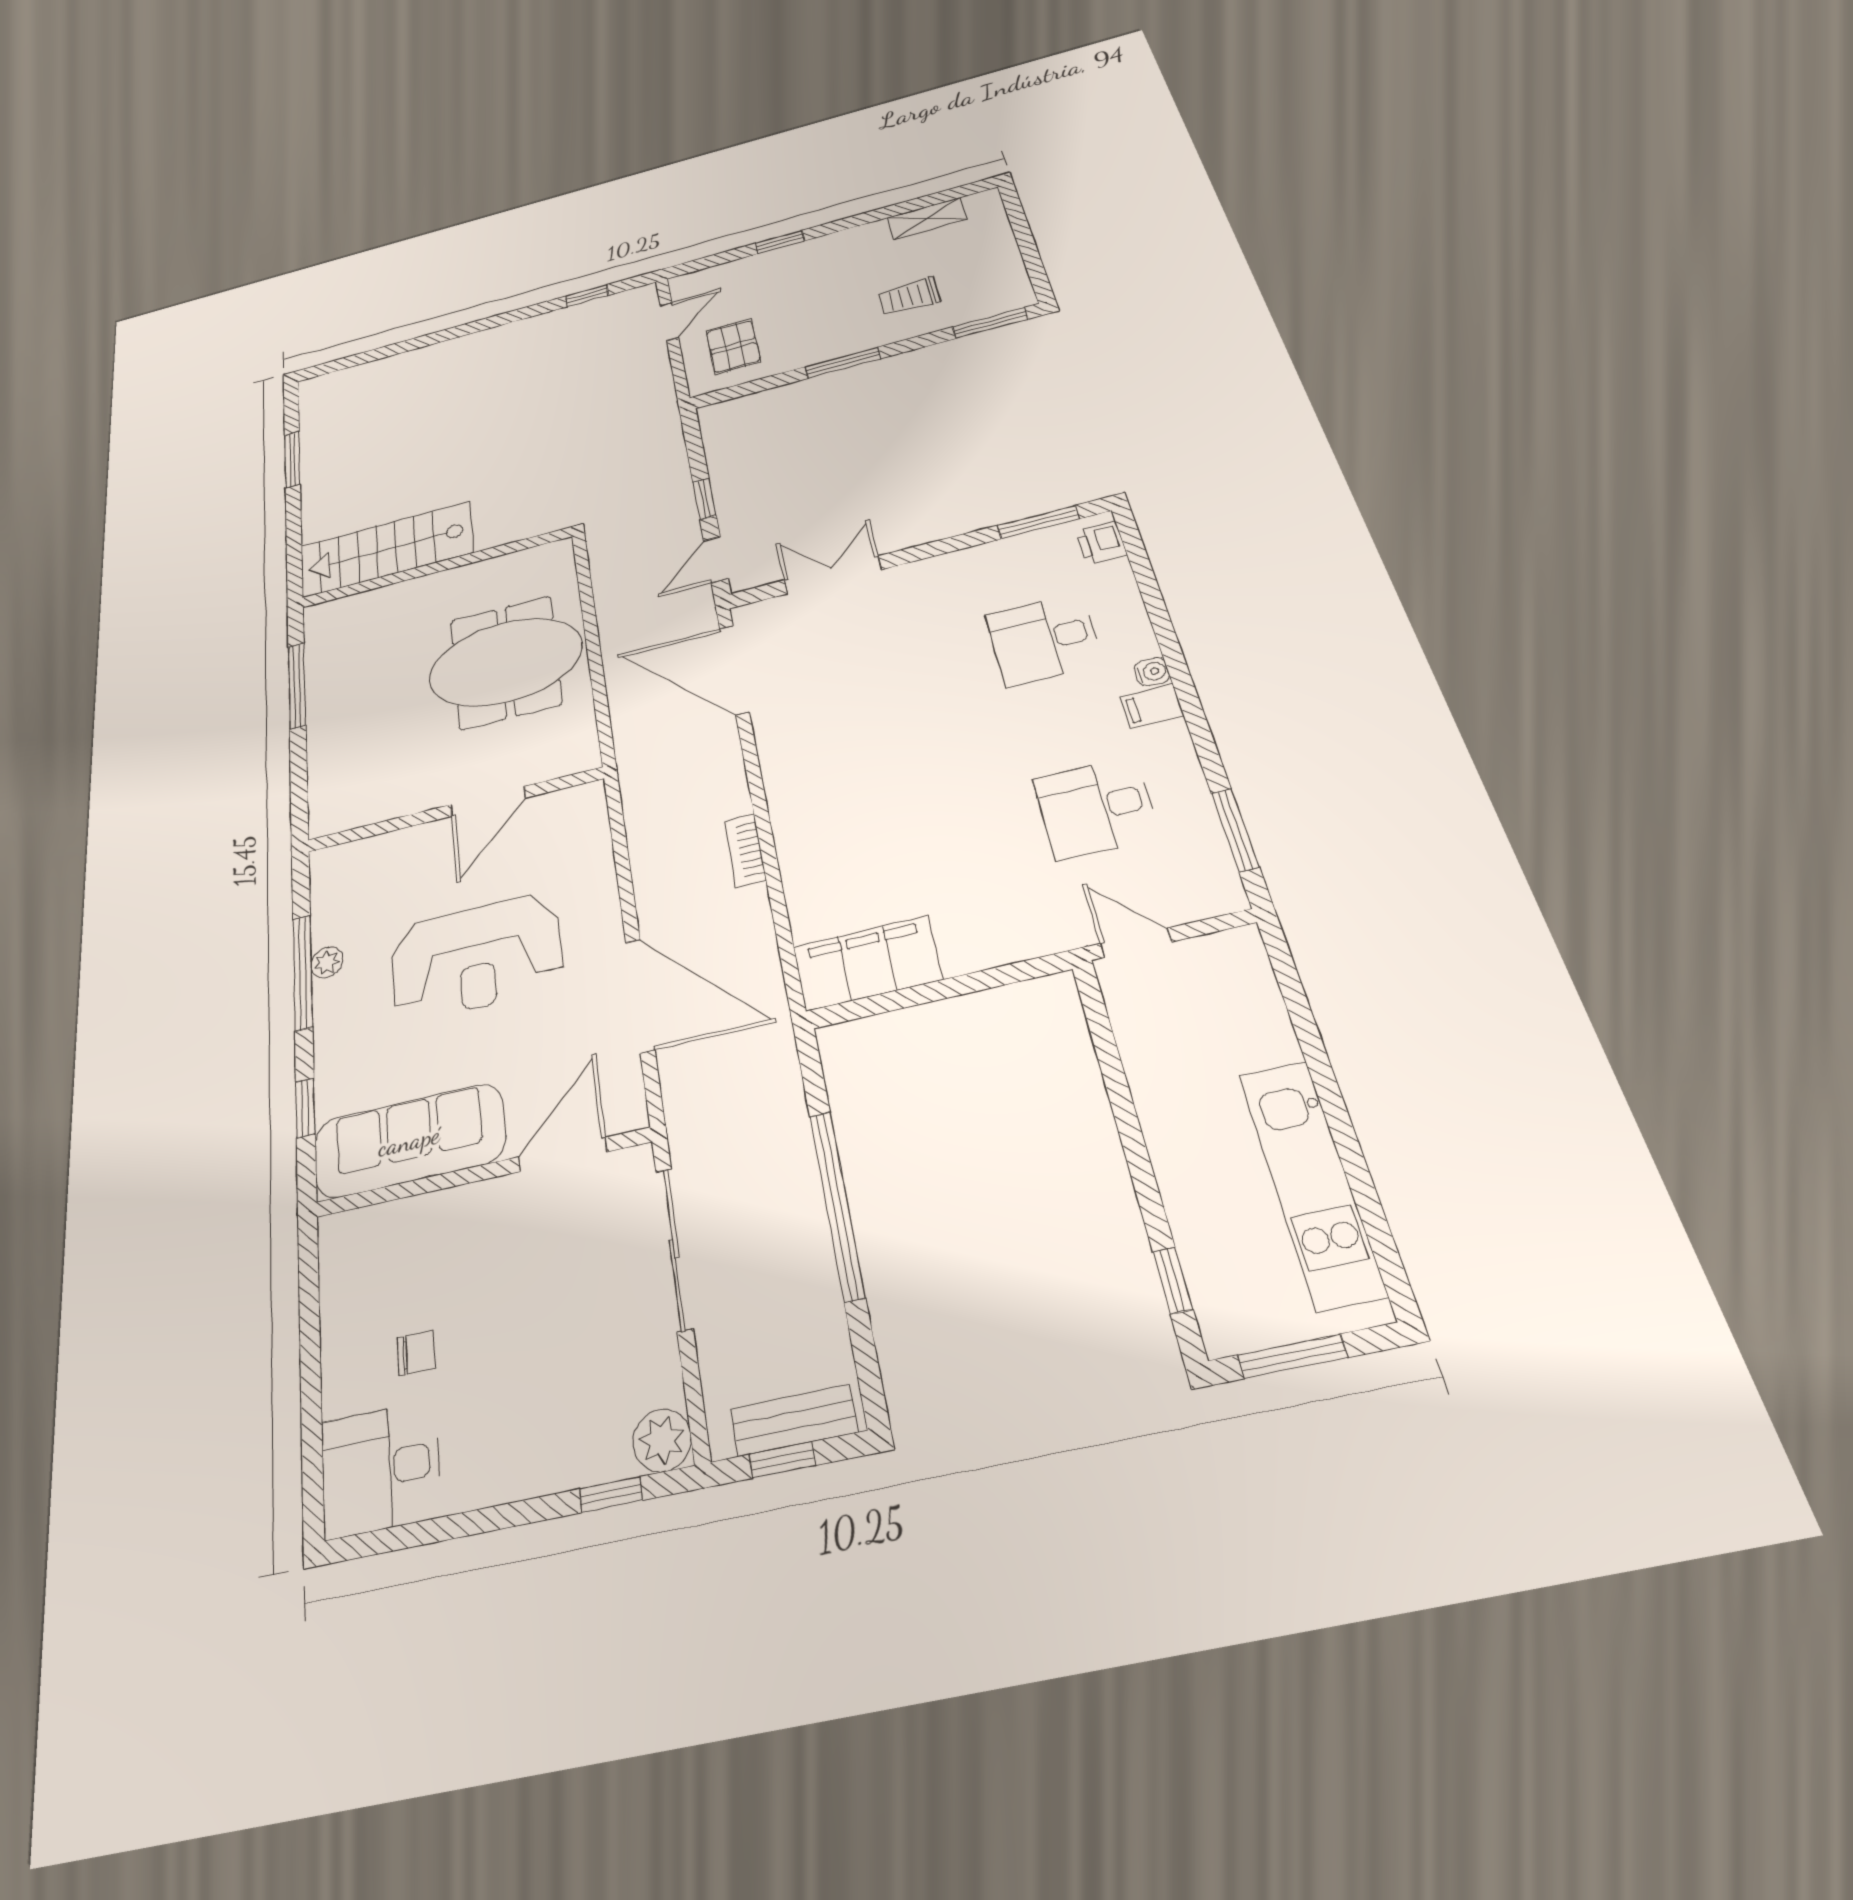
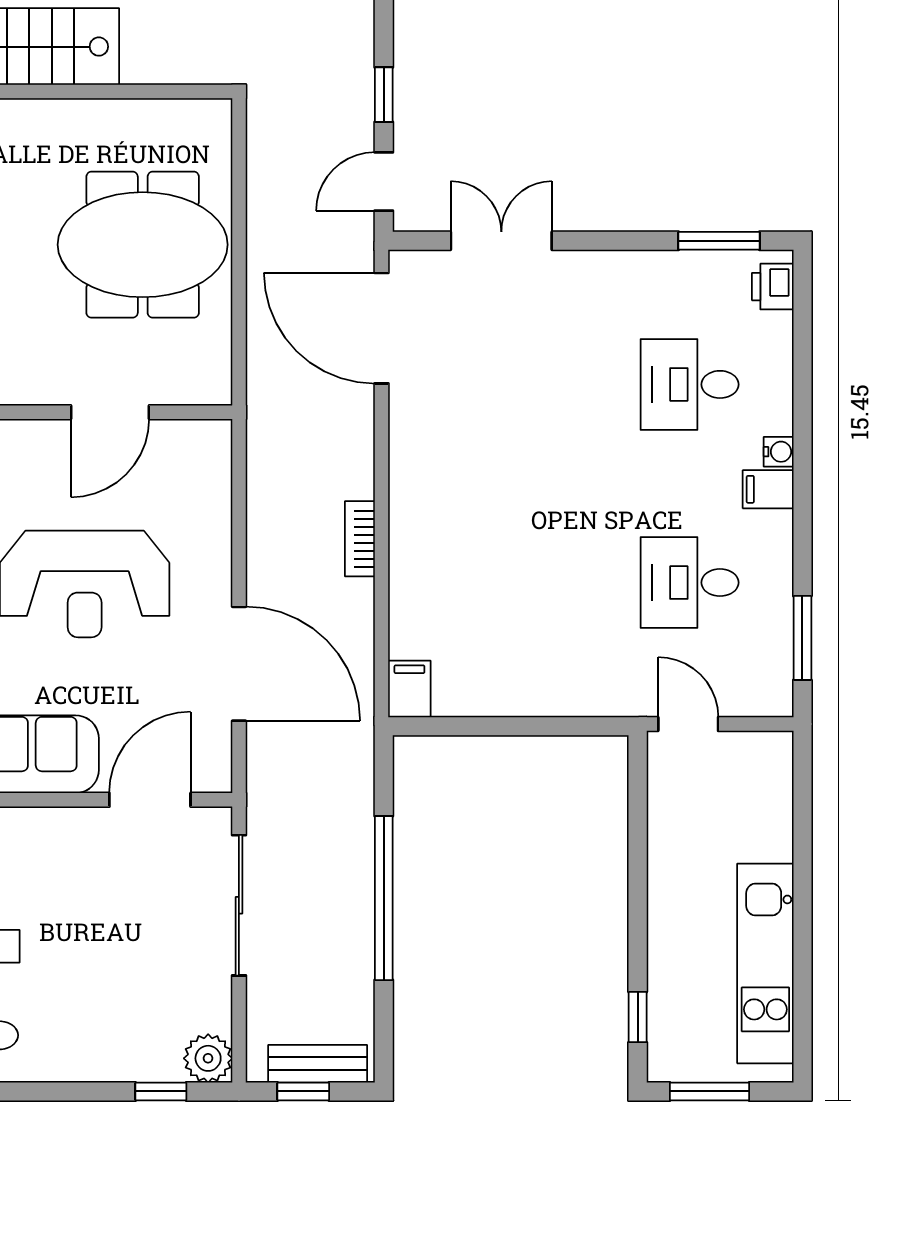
filing cabinet: (867, 963) -> (409, 689), width x0.33, depth x0.86

